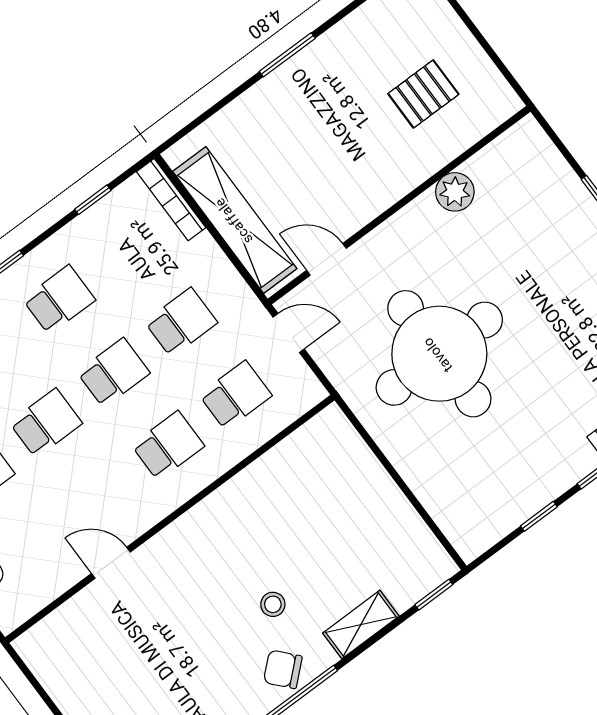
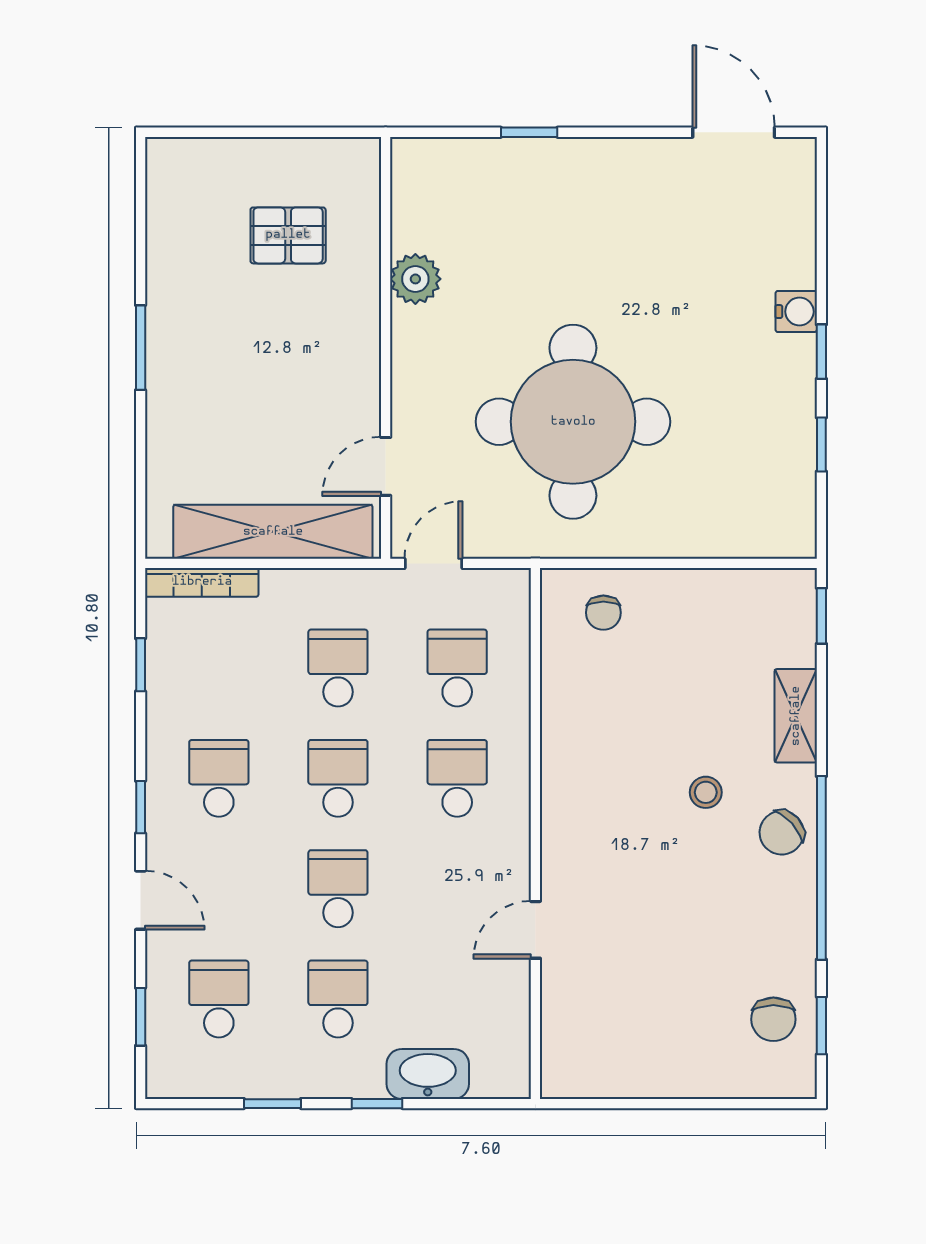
pallet: (423, 94) -> (288, 235), turned 90
chair: (336, 460) -> (603, 613), added

